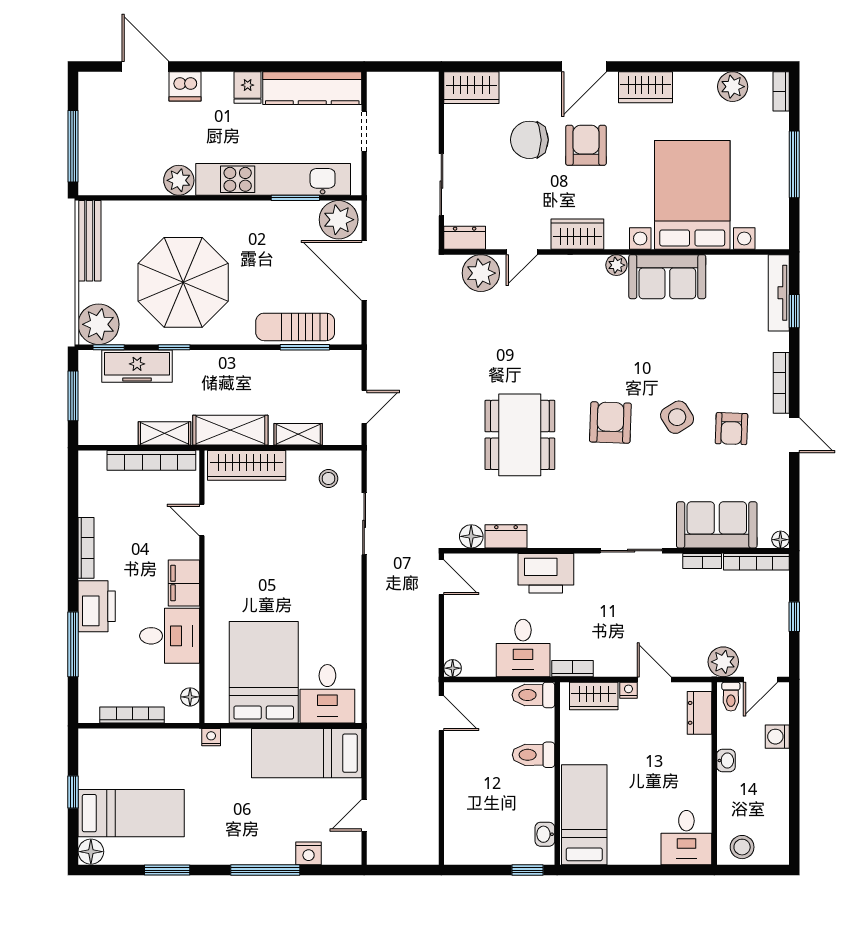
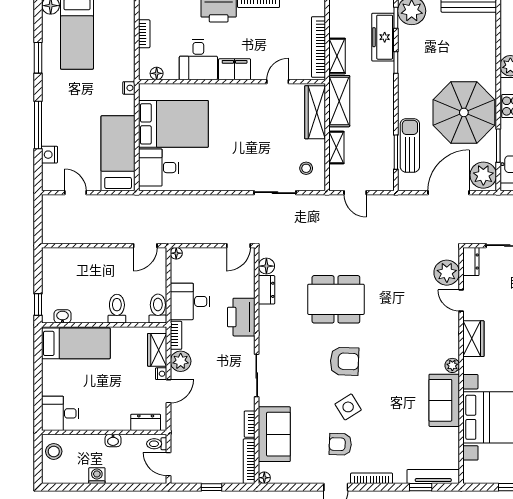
parasol: (183, 282) -> (464, 112), moved
plant: (723, 662) -> (181, 361), moved
bookcase: (132, 715) -> (144, 34), width x0.64
washing machine: (777, 737) -> (97, 476), moved

